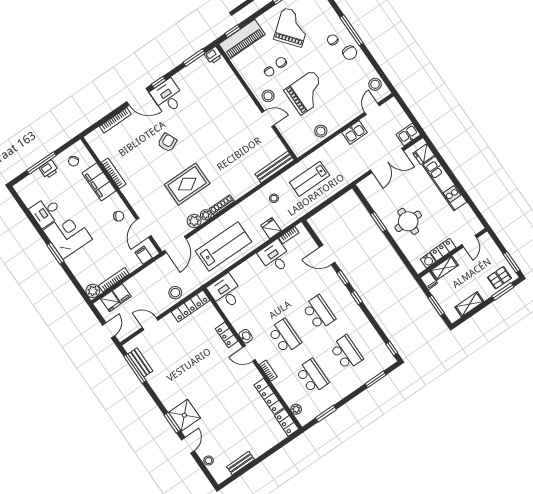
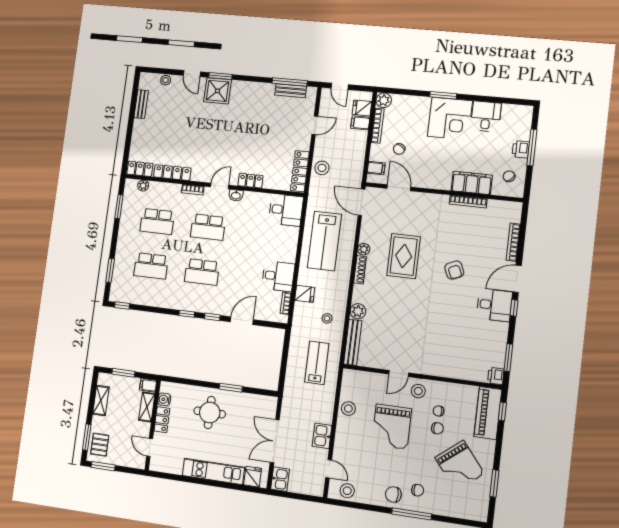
chair: (119, 216) -> (399, 149), moved
plant: (194, 221) -> (358, 311), moved

